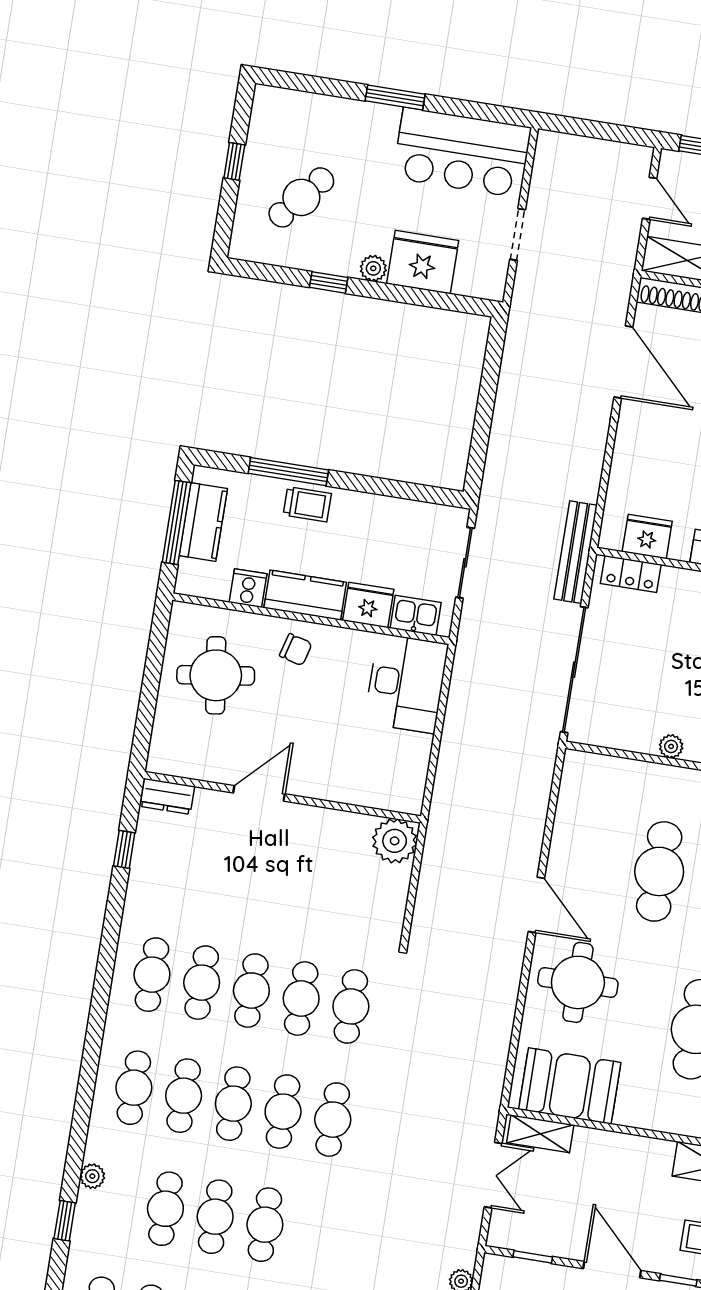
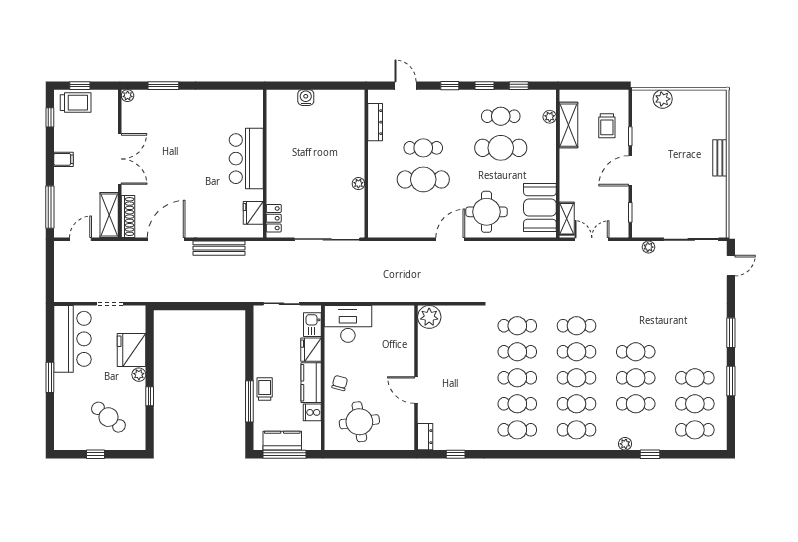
bench: (576, 552) -> (219, 248), moved

